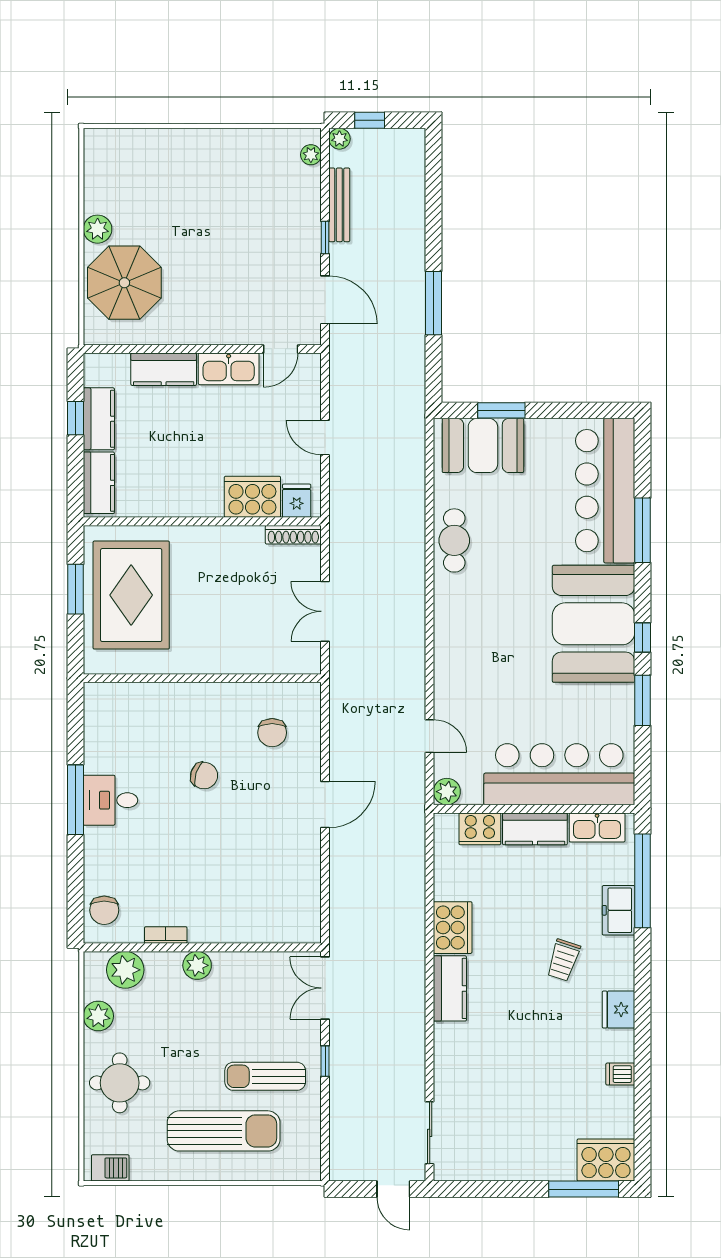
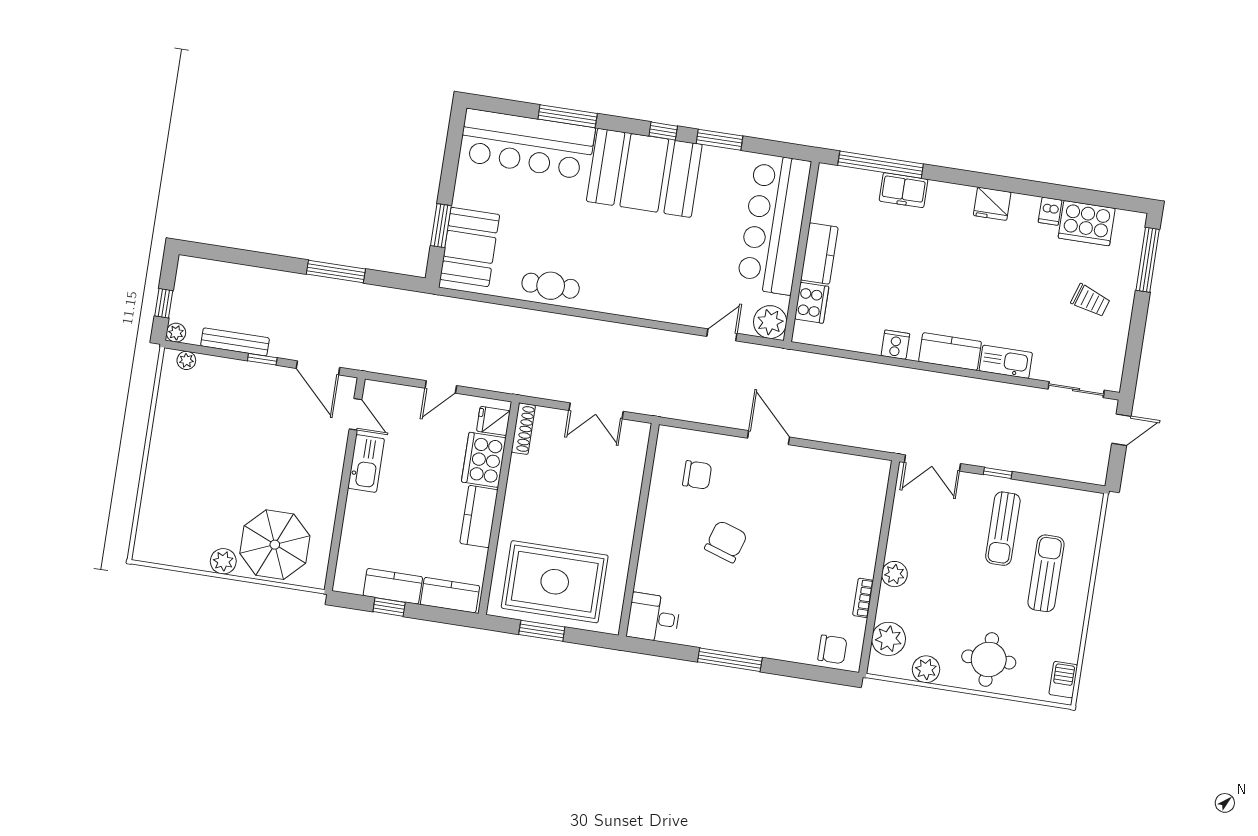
door: (325, 300) -> (318, 368), swing flipped
kitchen counter: (164, 369) -> (479, 517), moved, turned 180
chair: (204, 776) -> (726, 542), width x1.37, depth x1.37
plant: (447, 792) -> (770, 322), width x1.36, depth x1.36
desk: (110, 800) -> (654, 618), moved, turned 90
kitchen sink: (597, 827) -> (1006, 362), moved, turned -90
cooker: (453, 928) -> (895, 345), width x0.53, depth x0.76
trolley: (563, 960) -> (1090, 301), moved
sun lounger: (224, 1131) -> (1046, 573), width x0.73, depth x0.75
cooker: (606, 1160) -> (1087, 223), moved, turned -90

